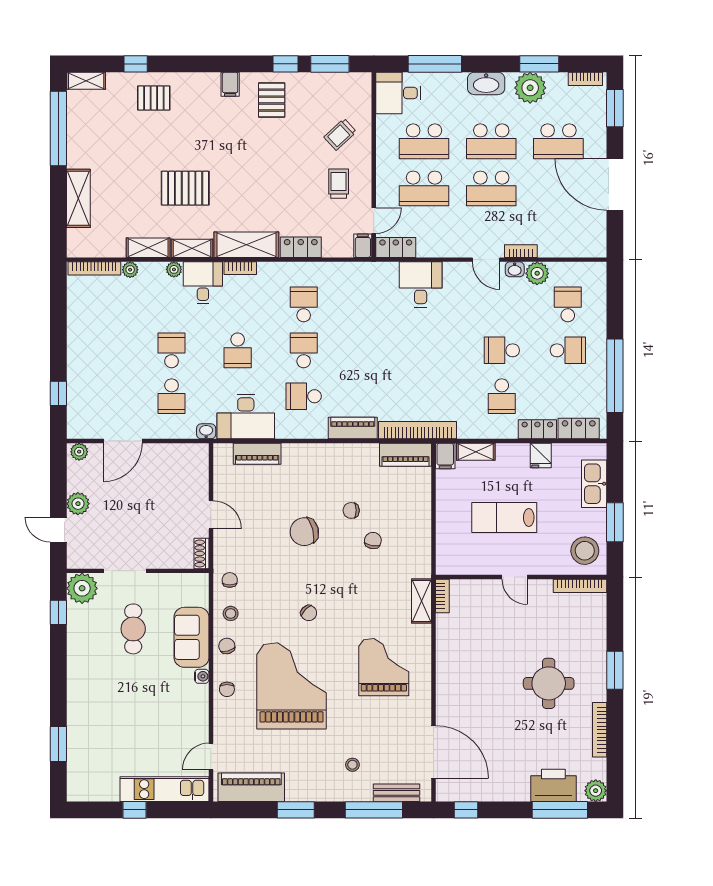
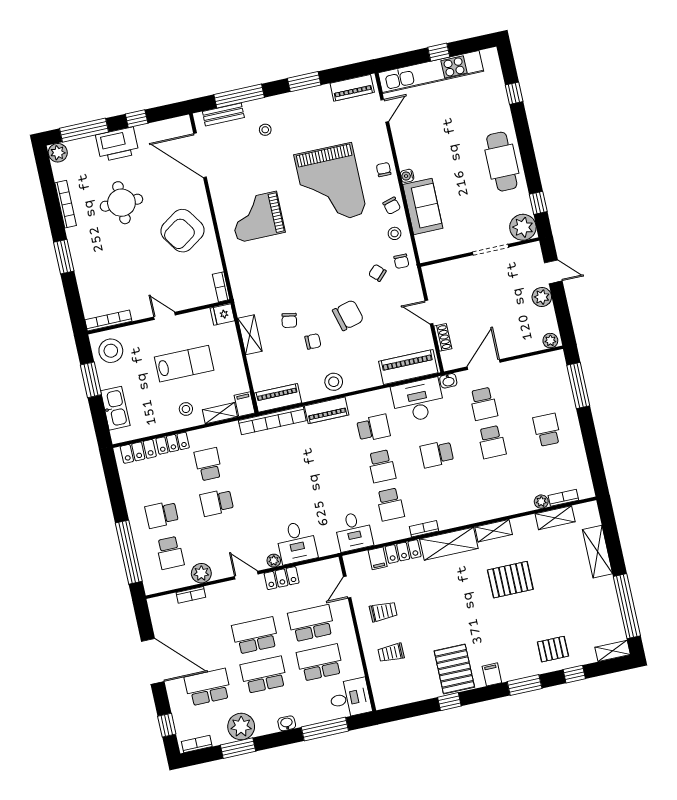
window: (330, 64) -> (525, 685), moved
washbasin: (486, 83) -> (287, 723), width x0.52, depth x0.69
pallet: (272, 100) -> (454, 669), width x1.50, depth x1.42
window: (615, 108) -> (167, 725), width x0.67
trolley: (340, 134) -> (391, 653), turned -137
trolley: (339, 184) -> (383, 612), turned -90
filing cabinet: (363, 246) -> (378, 558), moved
shelving: (148, 248) -> (555, 518), moved
locker: (396, 248) -> (282, 578), moved
bookcase: (521, 251) -> (191, 595), moved
bookcase: (94, 268) -> (563, 498), width x0.64
bookcase: (240, 268) -> (424, 529), moved
plant: (174, 269) -> (274, 561), moved
washbasin: (515, 269) -> (221, 572), removed
desk: (203, 283) -> (354, 531), moved
school desk: (106, 350) -> (547, 430), added
school desk: (238, 350) -> (437, 454), turned -90
school desk: (502, 350) -> (217, 502), turned 180
window: (615, 376) -> (129, 552), moved
window: (58, 393) -> (578, 385), width x2.17
school desk: (172, 396) -> (484, 404), turned 180
door: (123, 441) -> (484, 365), moved
piano: (257, 454) -> (408, 367), width x1.37, depth x1.33
fridge: (541, 455) -> (222, 314), moved, turned -90
stool: (338, 459) -> (334, 382), added
stool: (513, 465) -> (186, 409), added
shoe rack: (201, 553) -> (443, 337), moved
shelving: (422, 601) -> (250, 335), moved
chair: (309, 613) -> (377, 273), moved
cafe table: (133, 629) -> (502, 162), moved, width x1.37, depth x1.35
grand piano: (384, 667) -> (257, 217), turned 90
armchair: (473, 670) -> (183, 231), added
round table: (549, 683) -> (121, 203), moved
window: (58, 744) -> (514, 93), width x0.67
printer: (553, 785) -> (117, 144), moved
piano: (251, 787) -> (352, 88), width x0.73, depth x0.75
kitchen unit: (165, 789) -> (431, 72), width x1.36
window: (466, 810) -> (137, 119), moved

